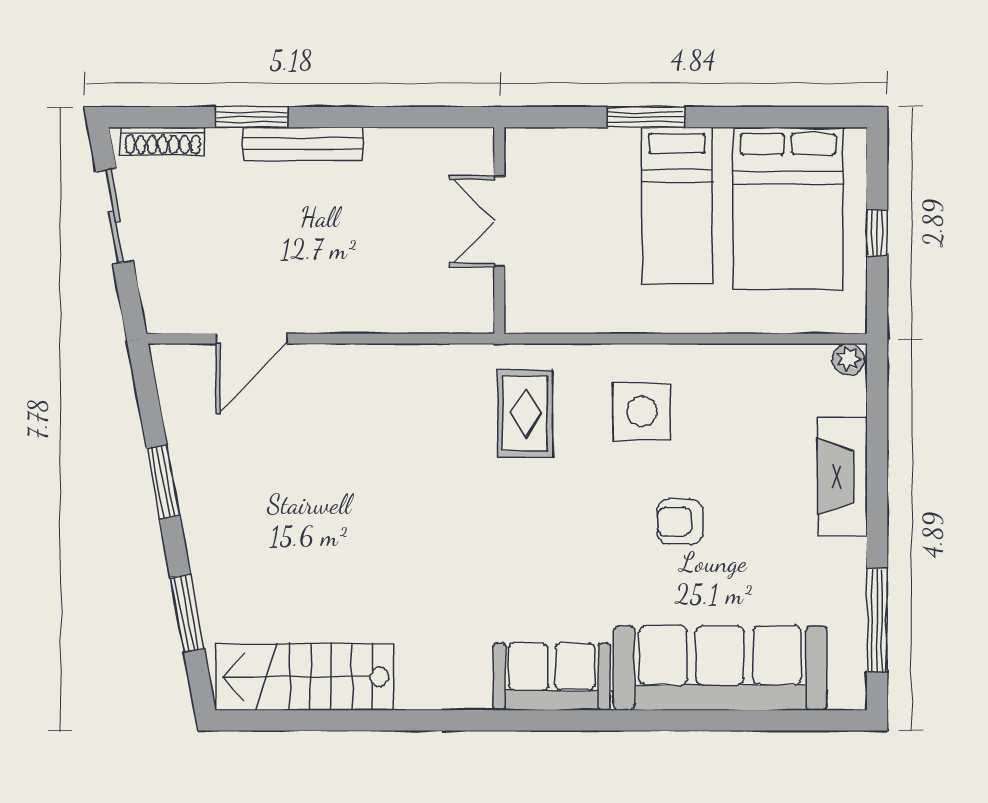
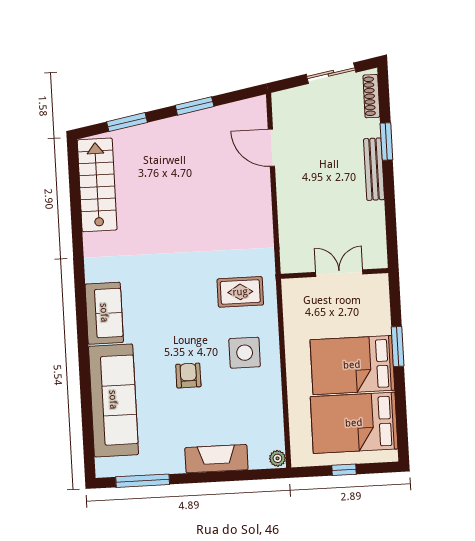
bed: (677, 206) -> (352, 365), width x1.50

